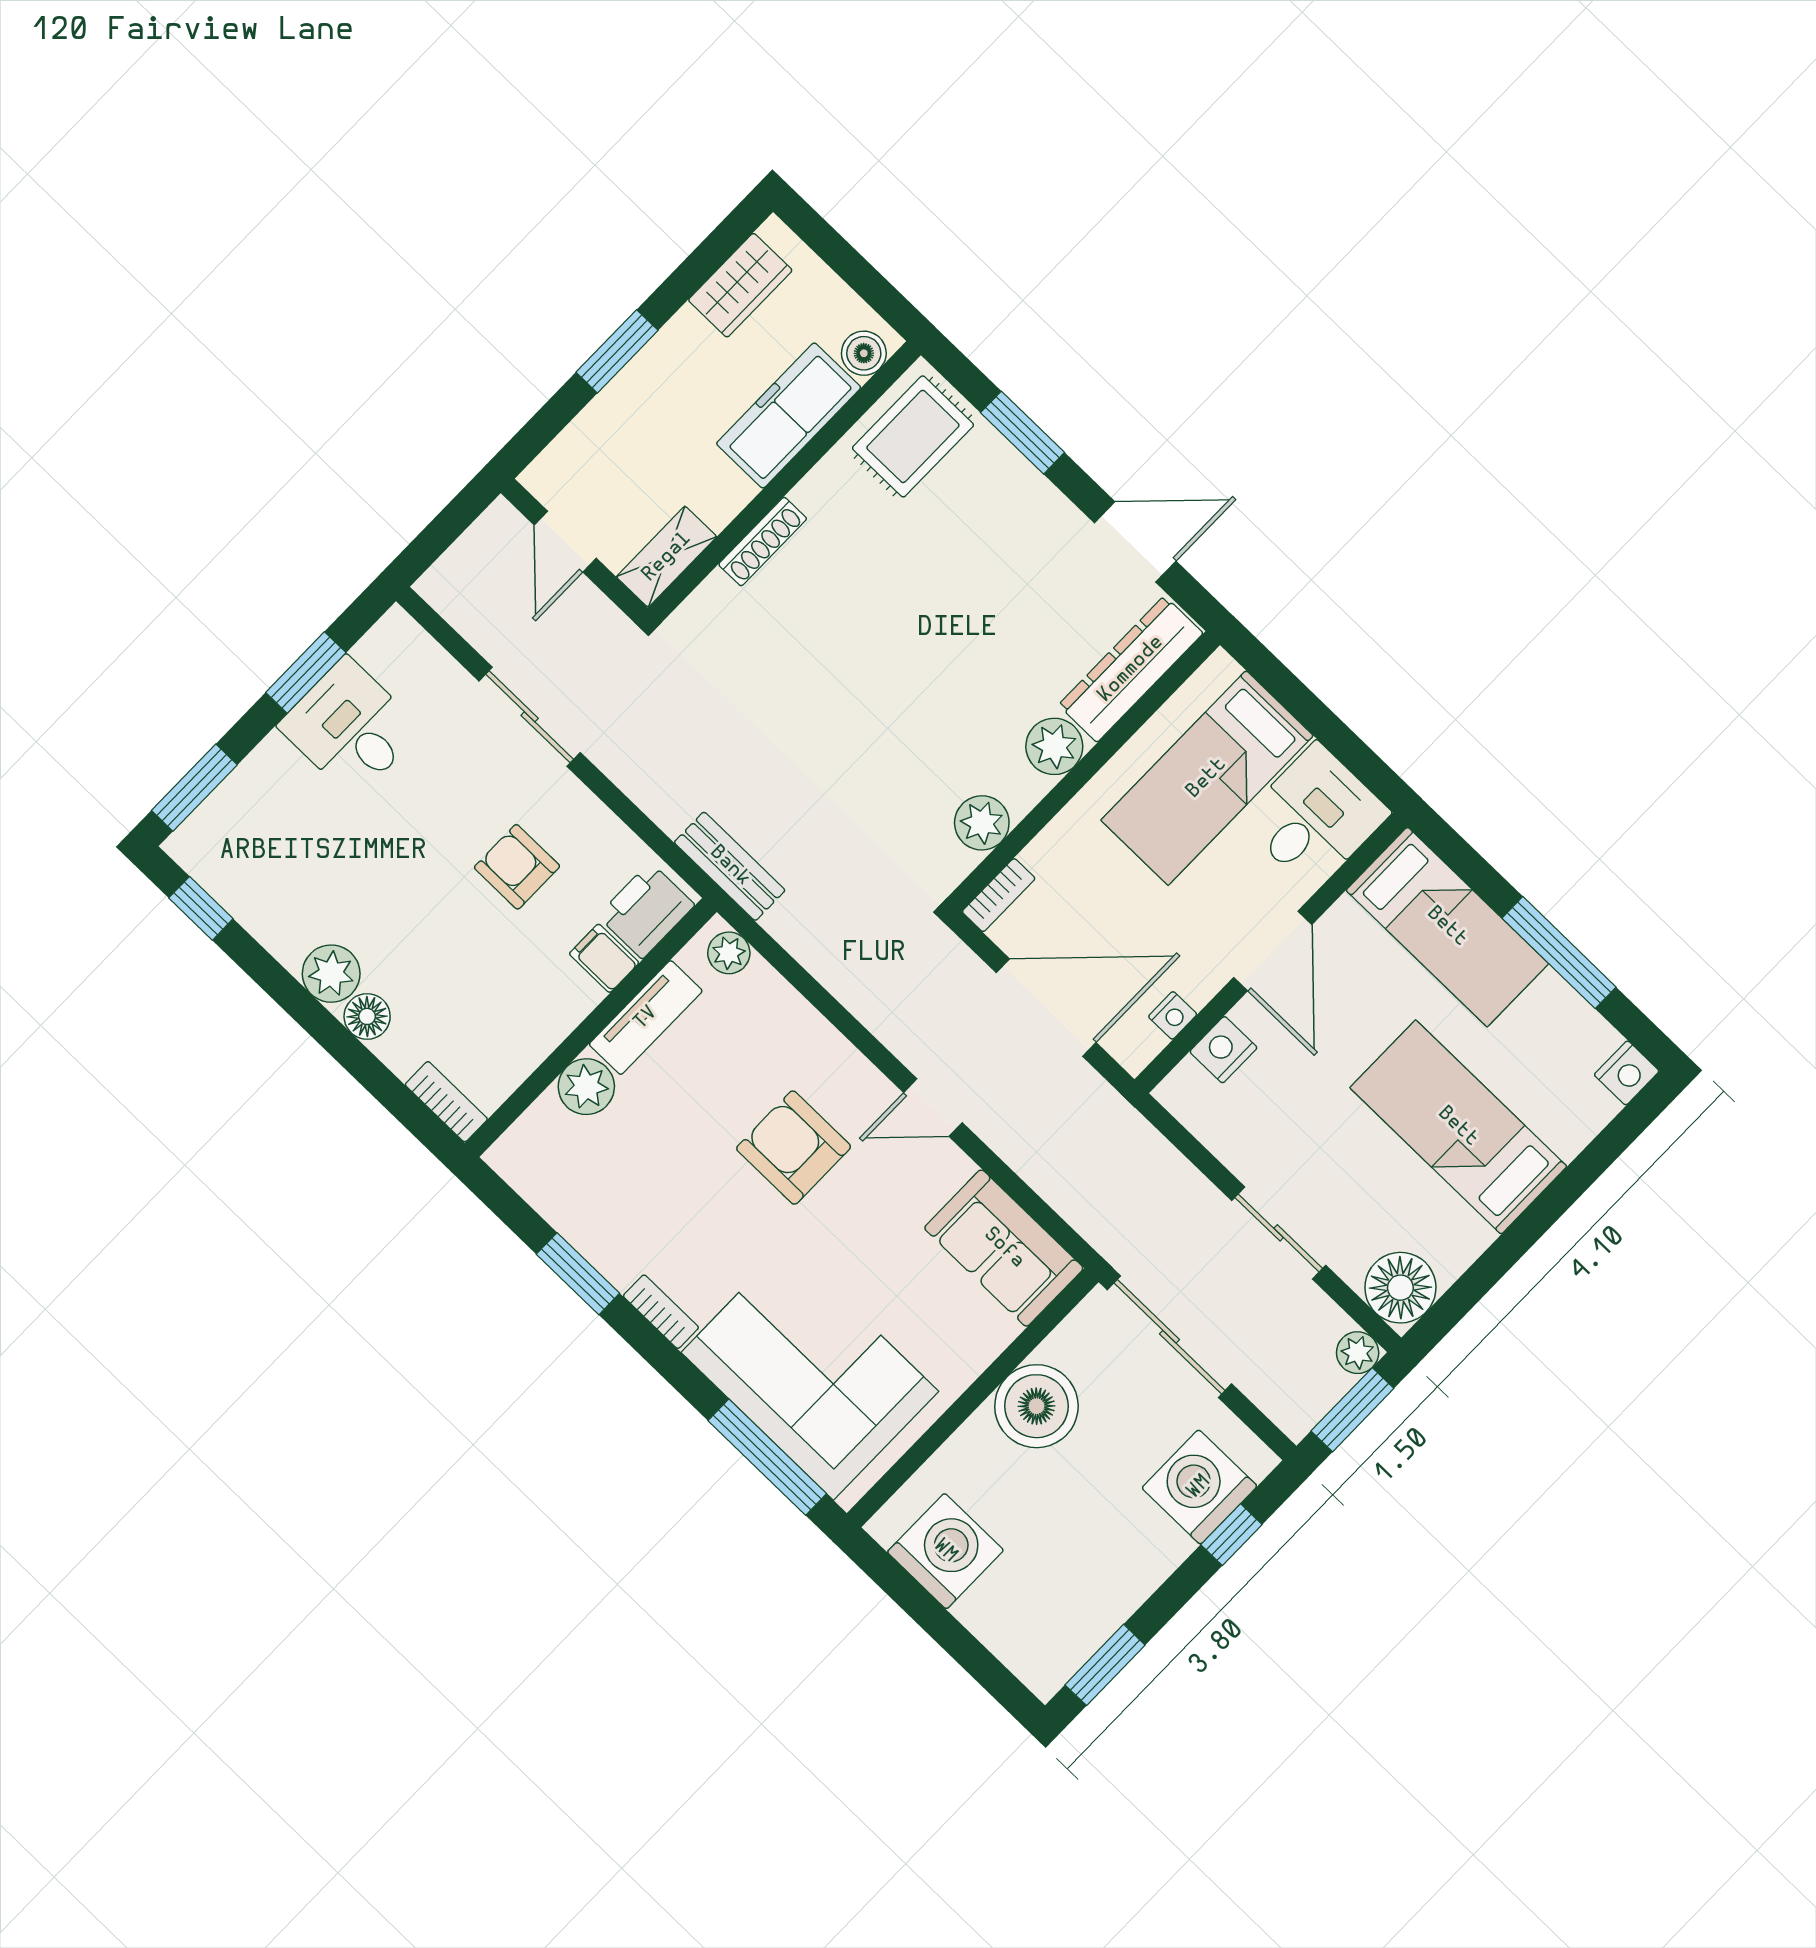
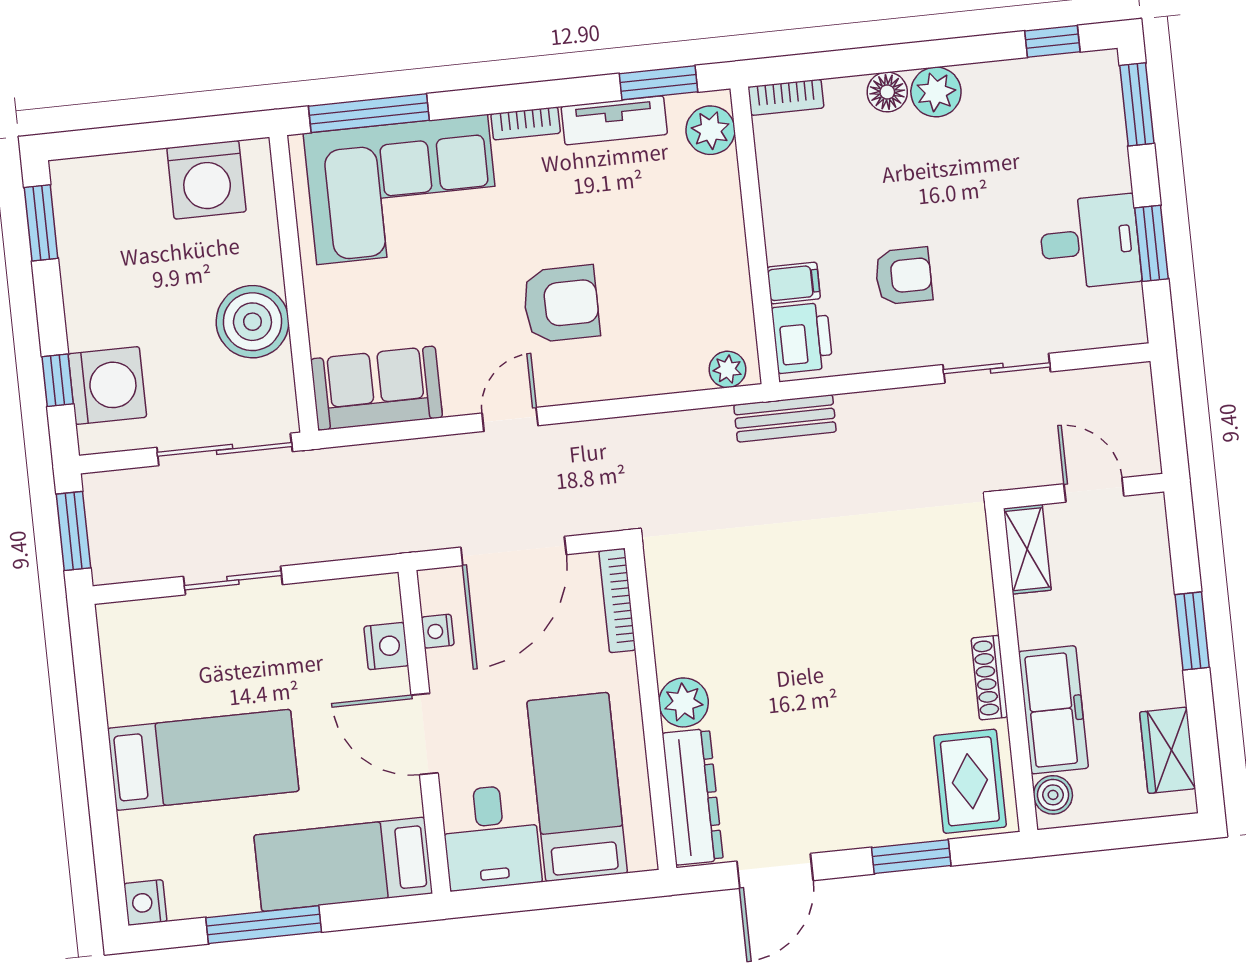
shoe rack: (763, 542) -> (989, 678), moved
plant: (982, 823) -> (673, 611), removed
bookcase: (999, 895) -> (617, 601), width x1.56
tv unit: (646, 1018) -> (614, 120), moved, turned -90
plant: (586, 1087) -> (710, 130), moved
window: (578, 1274) -> (658, 83), moved
floor lamp: (1400, 1288) -> (128, 631), removed
plant: (1358, 1353) -> (109, 566), removed

